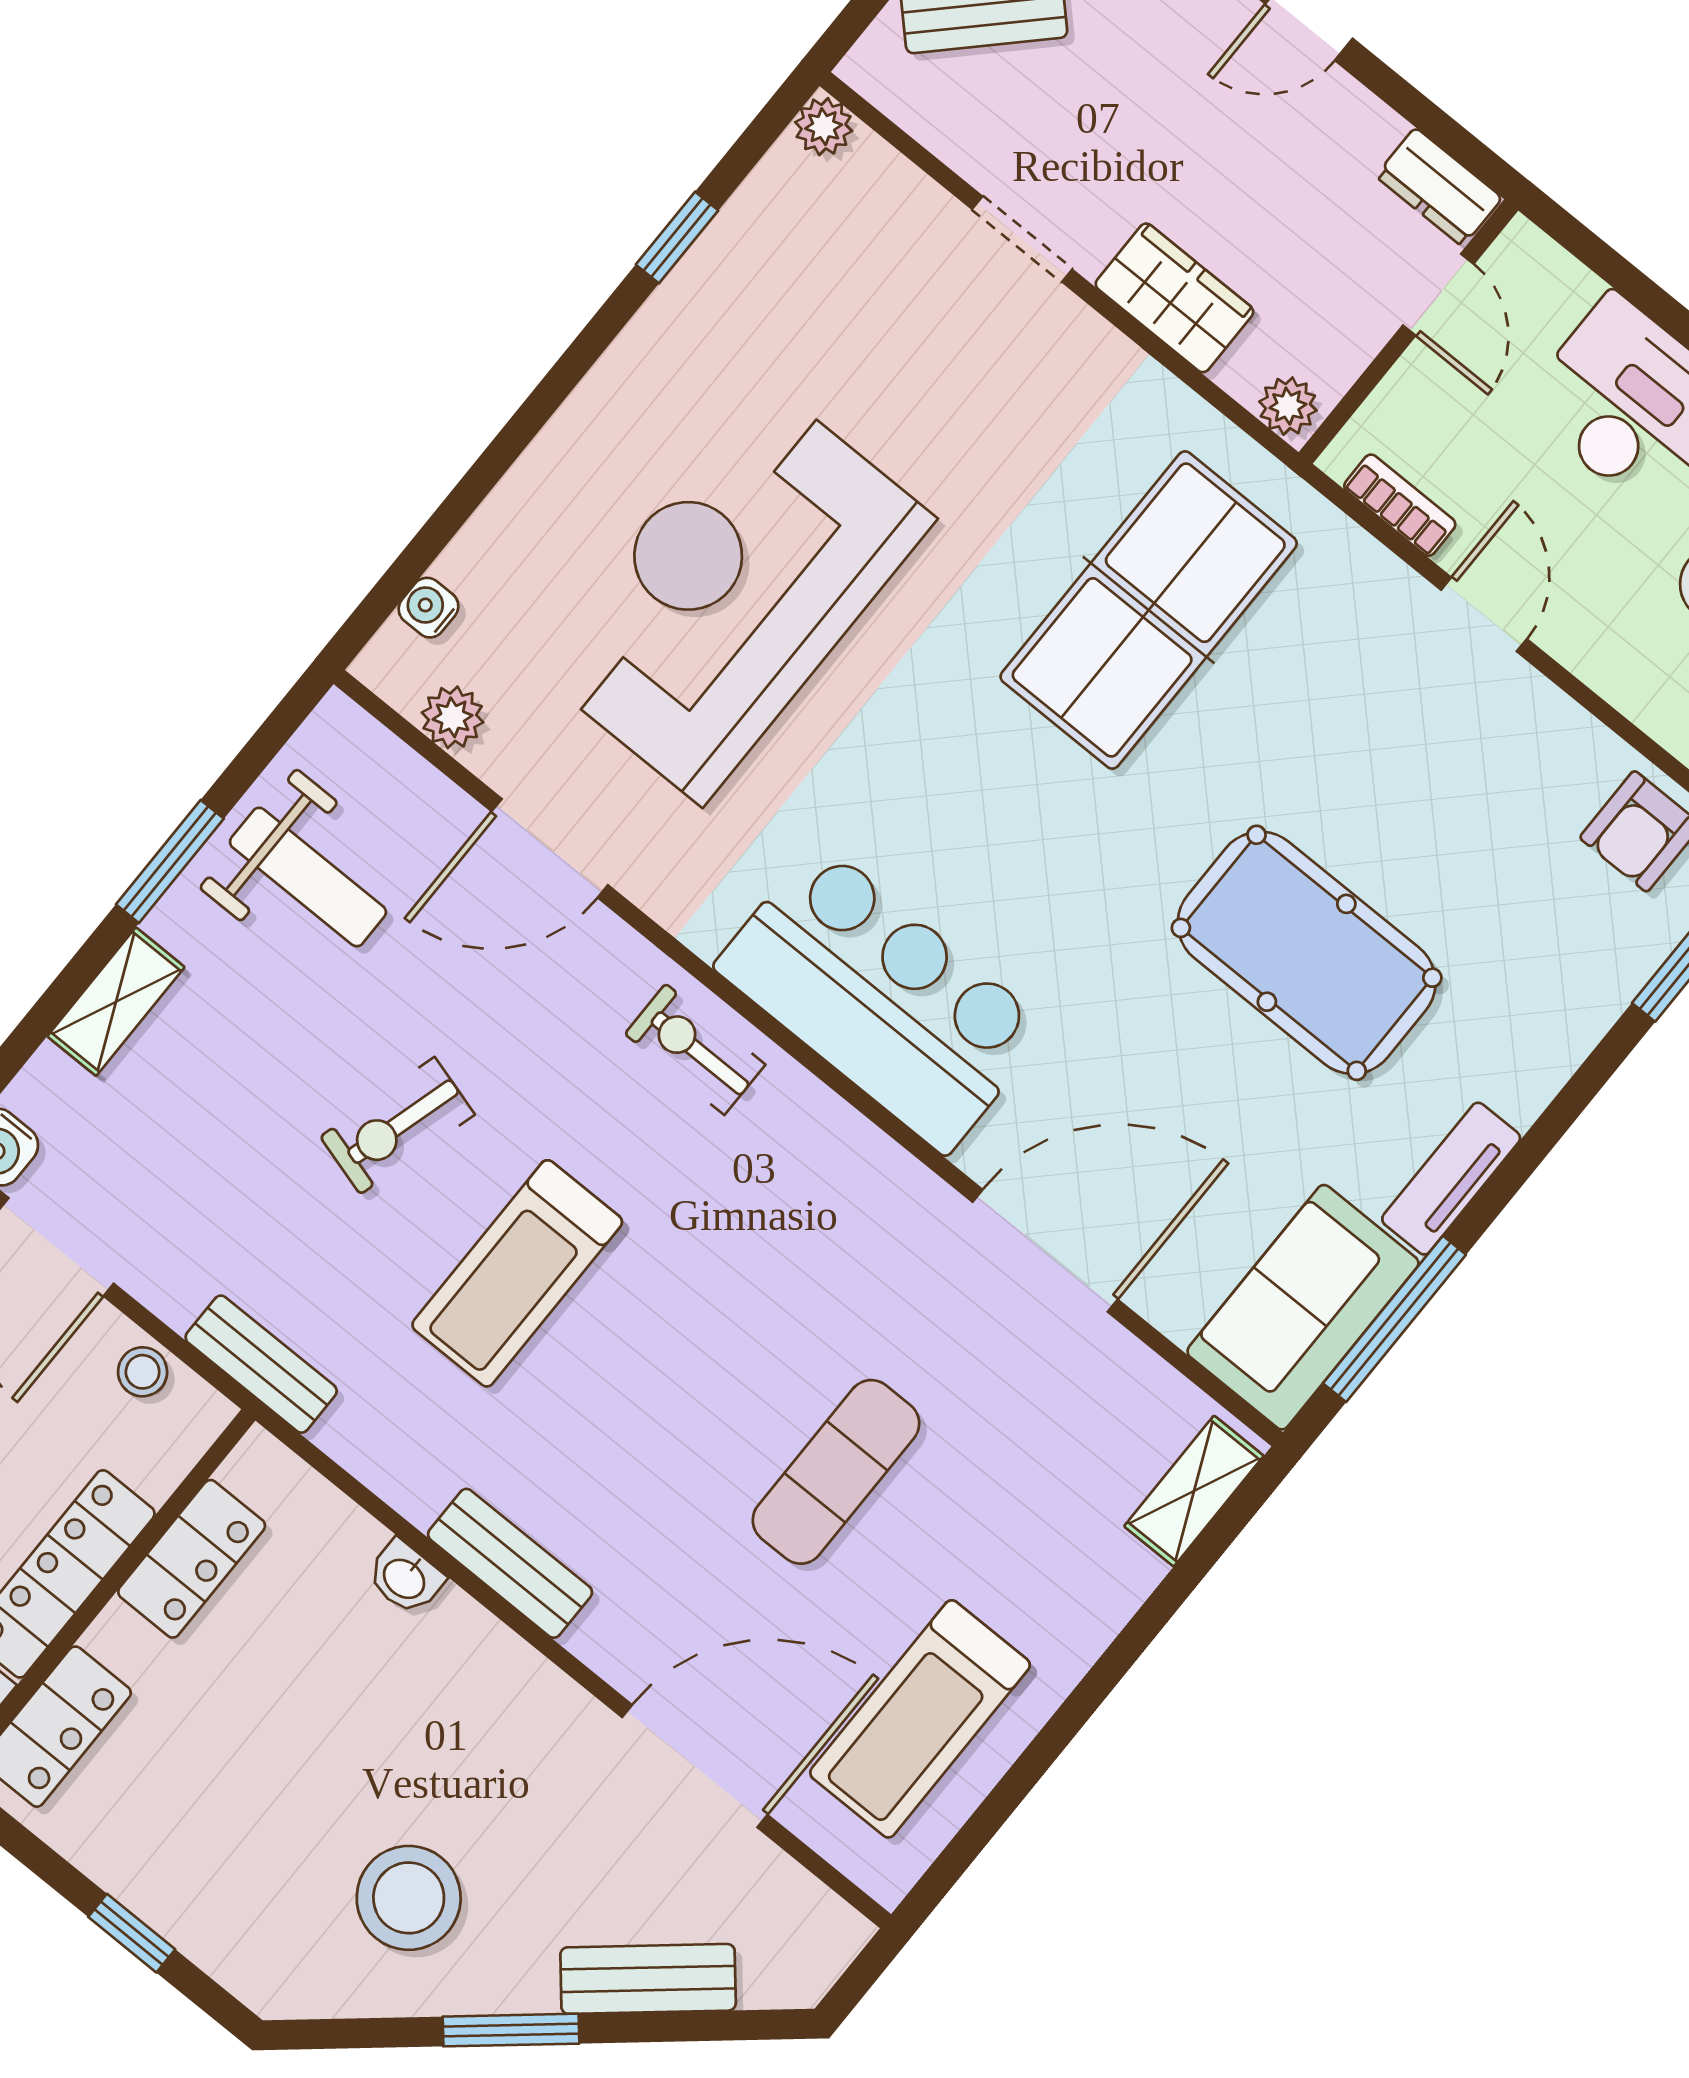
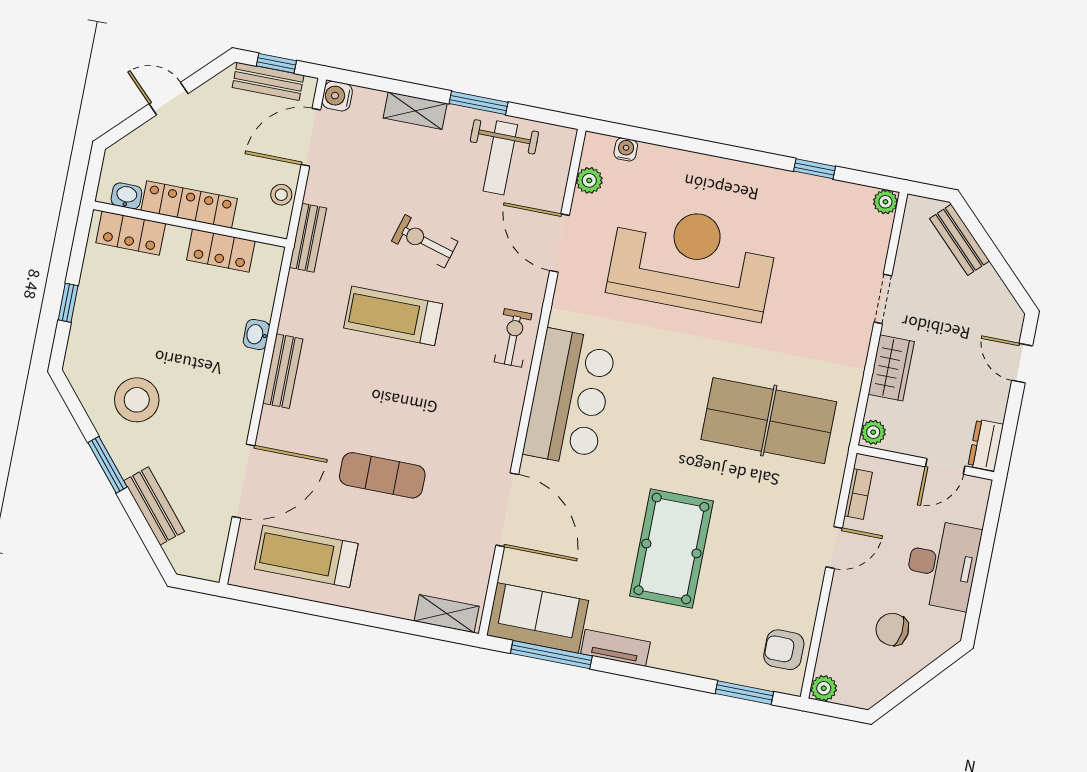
door: (695, 1766) -> (243, 481), hinge flipped

